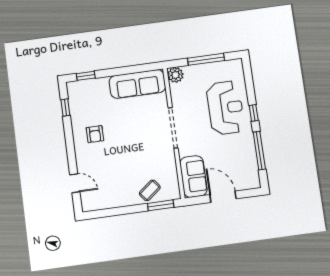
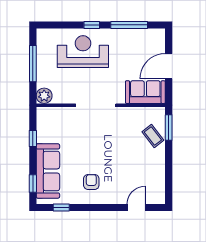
window: (131, 70) -> (33, 139), added
sofa: (137, 84) -> (48, 171), moved
armchair: (95, 134) -> (91, 182), turned -90

